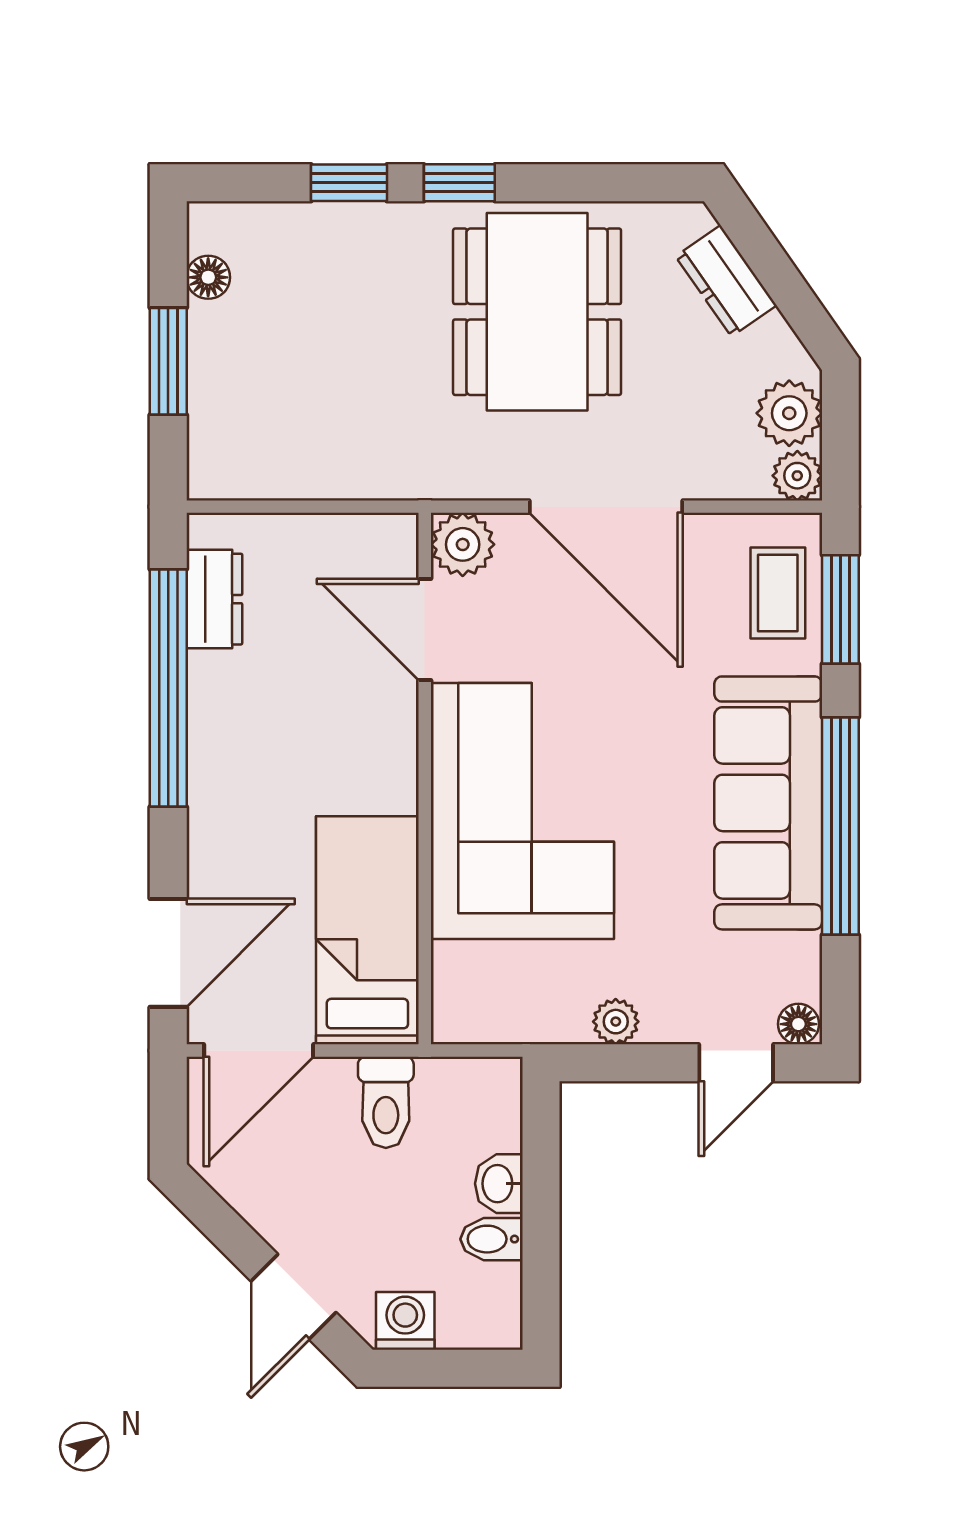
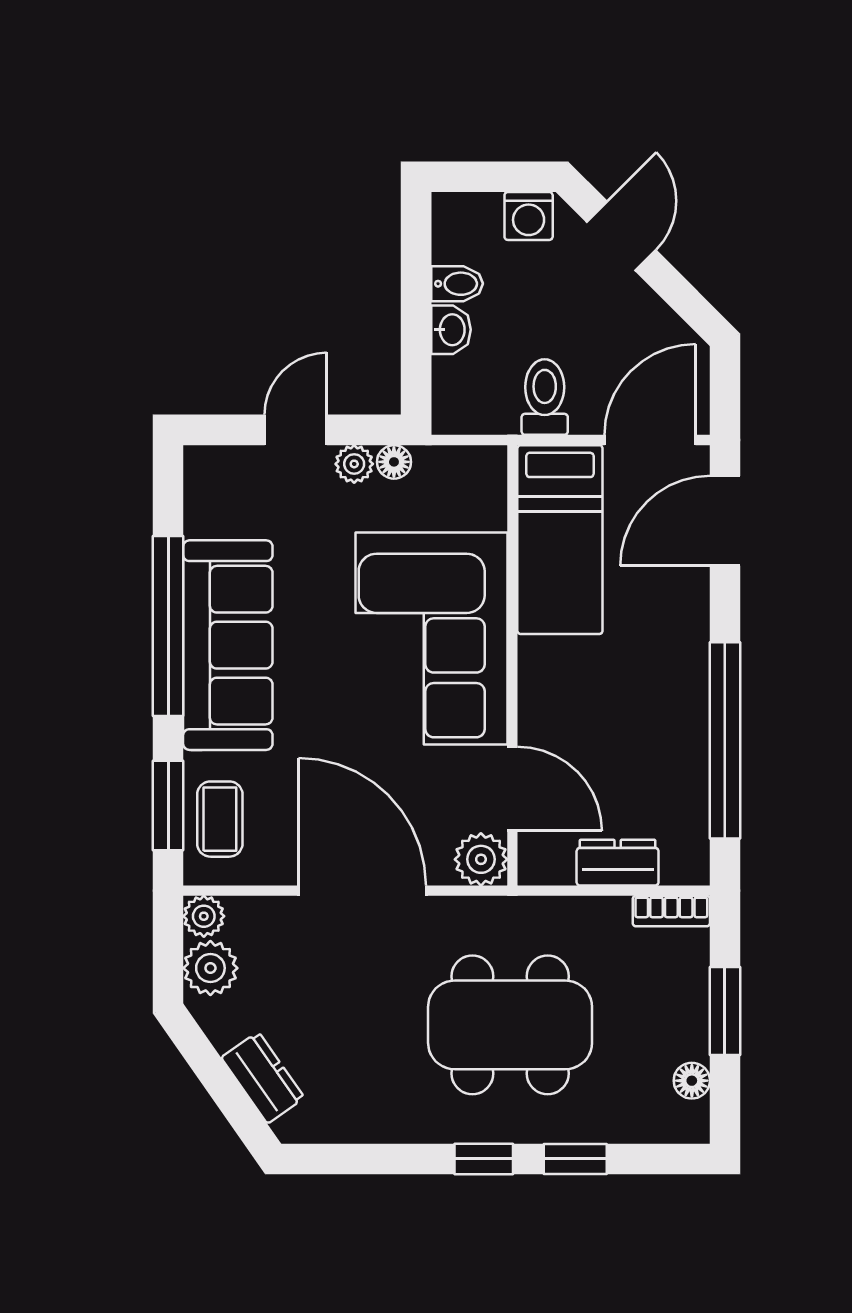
dining table: (537, 312) -> (510, 1025), moved, turned 90
bookcase: (233, 482) -> (671, 911), added
dresser: (214, 599) -> (618, 863), moved, turned 90
floor lamp: (798, 1024) -> (394, 462), moved
door: (736, 1063) -> (296, 430), moved

